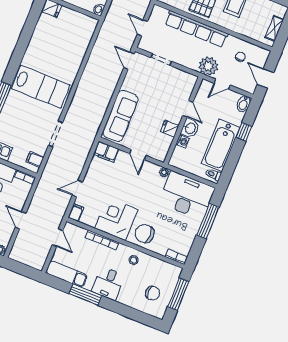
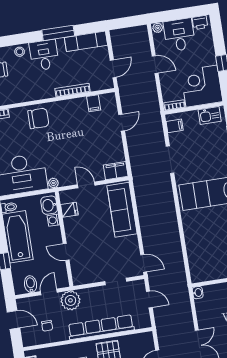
bidet: (244, 104) -> (31, 284), moved
washbasin: (190, 128) -> (49, 205), moved
fridge: (170, 129) -> (69, 210), moved
filing cabinet: (76, 213) -> (94, 103), moved
corner desk: (116, 219) -> (71, 116), removed
door: (58, 238) -> (113, 69), swing flipped
stool: (134, 260) -> (20, 52), moved

